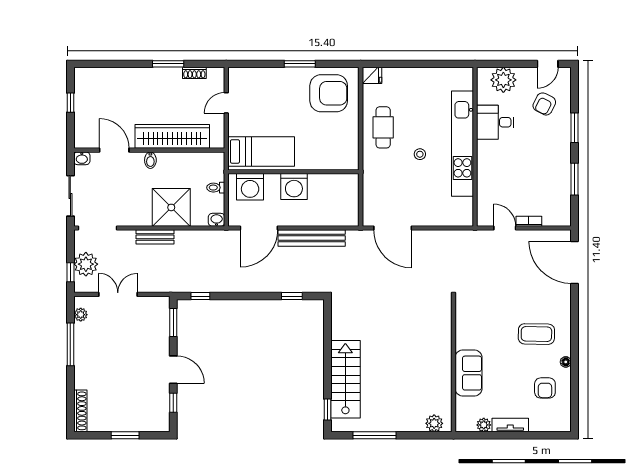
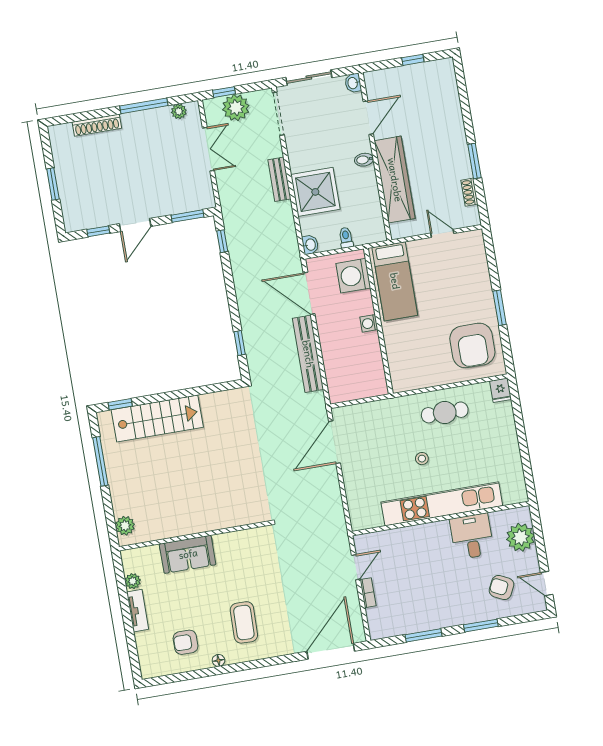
washing machine: (294, 186) -> (369, 323), width x0.53, depth x0.53
shoe rack: (80, 411) -> (97, 125), moved

